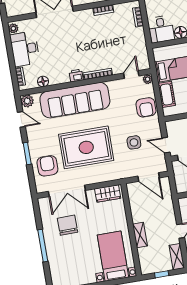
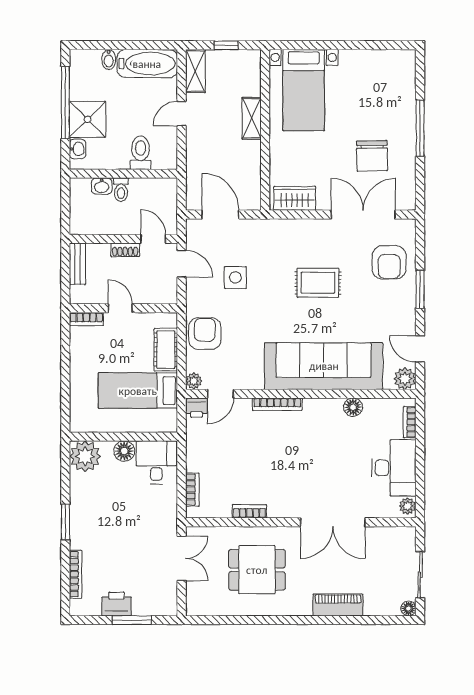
printer: (76, 76) -> (196, 408), moved
floor lamp: (43, 81) -> (353, 407), moved
rug: (86, 147) -> (318, 283), width x0.54, depth x0.49

